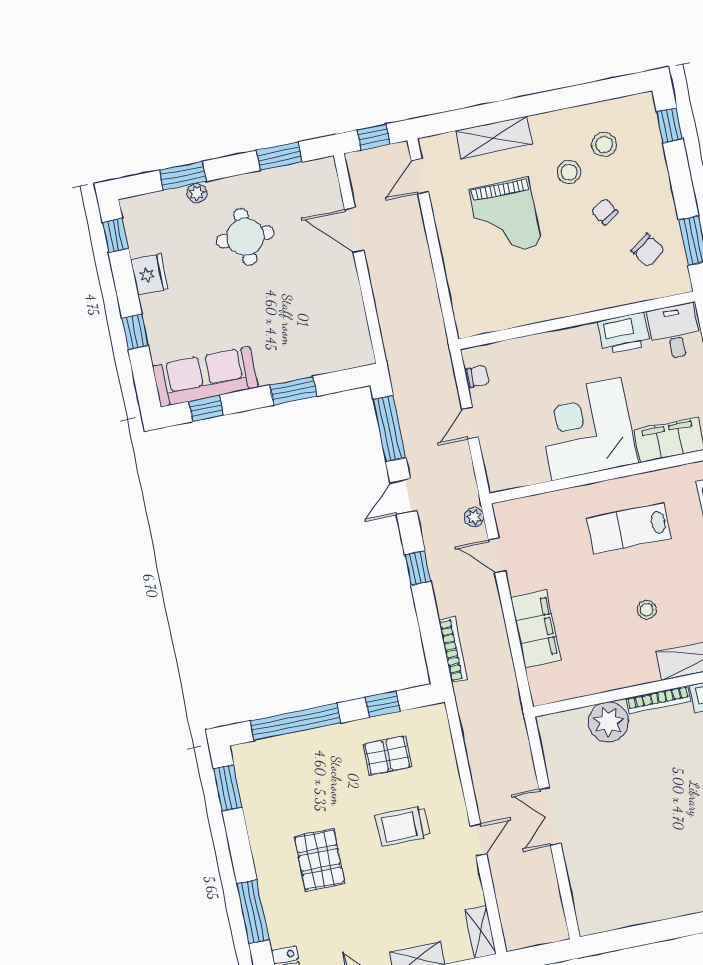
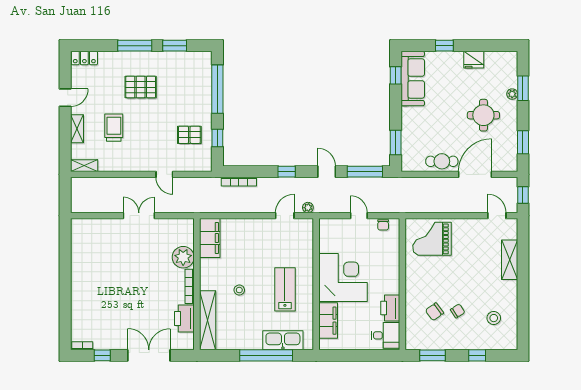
window: (670, 125) -> (477, 355), moved
stool: (569, 172) -> (483, 296), removed
grand piano: (505, 217) -> (432, 239), moved
door: (354, 230) -> (475, 174), width x1.36
window: (115, 236) -> (498, 46), removed
chair: (648, 250) -> (435, 312), moved
cafe table: (343, 294) -> (442, 161), added
window: (293, 391) -> (396, 142), moved
filing cabinet: (536, 628) -> (210, 238), moved, turned -90
pallet: (387, 755) -> (189, 135), turned 90
window: (228, 788) -> (175, 46), moved
trolley: (403, 826) -> (114, 128), moved
door: (478, 840) -> (164, 174), moved
window: (253, 912) -> (135, 46), moved

